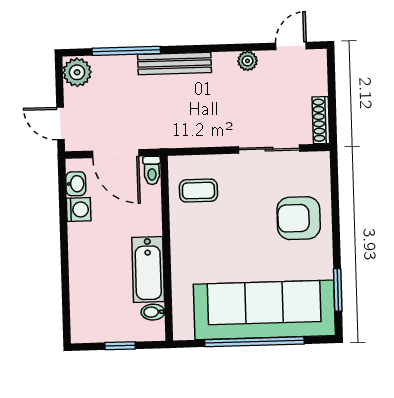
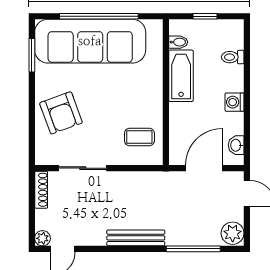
plant: (247, 61) -> (43, 238), moved
bench: (174, 63) -> (136, 238), moved
door: (116, 154) -> (204, 168), hinge flipped
toilet: (152, 170) -> (233, 57), moved, turned -90
washing machine: (79, 210) -> (234, 102), moved
armchair: (299, 218) -> (61, 113), turned 70

